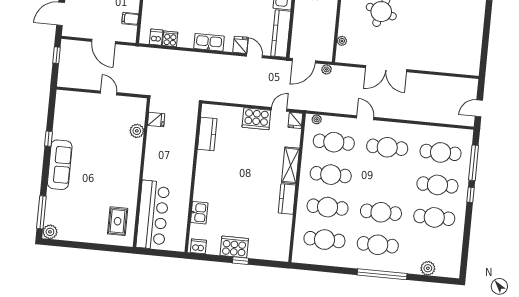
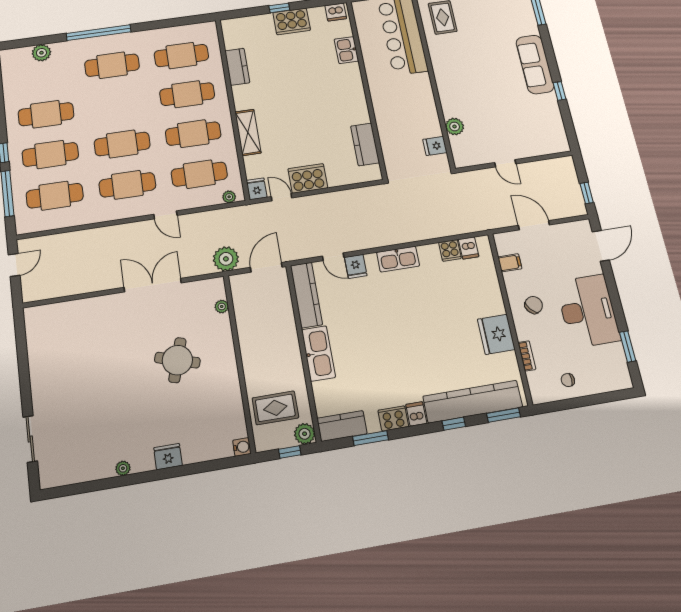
plant: (326, 69) -> (226, 259), width x1.88, depth x1.88
door: (279, 109) -> (282, 197), swing flipped
kitchen counter: (287, 199) -> (237, 67), moved
cafe table: (381, 212) -> (122, 144), moved

